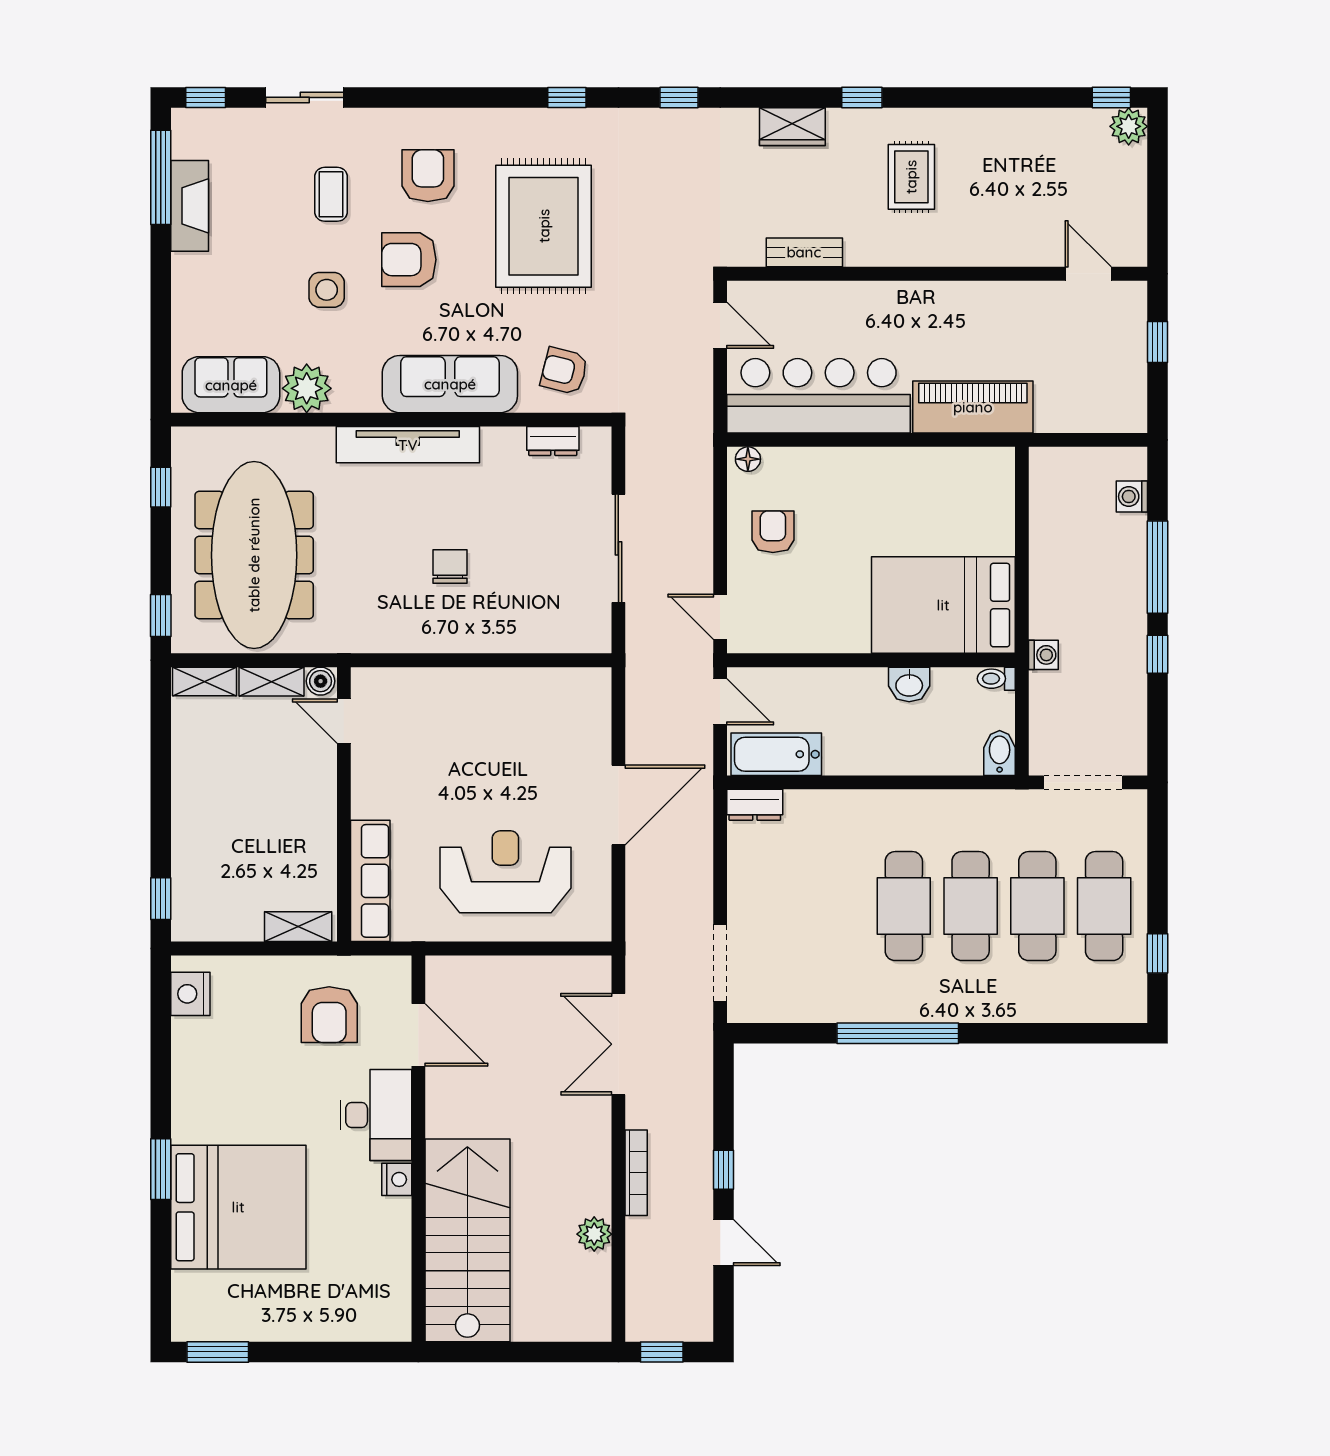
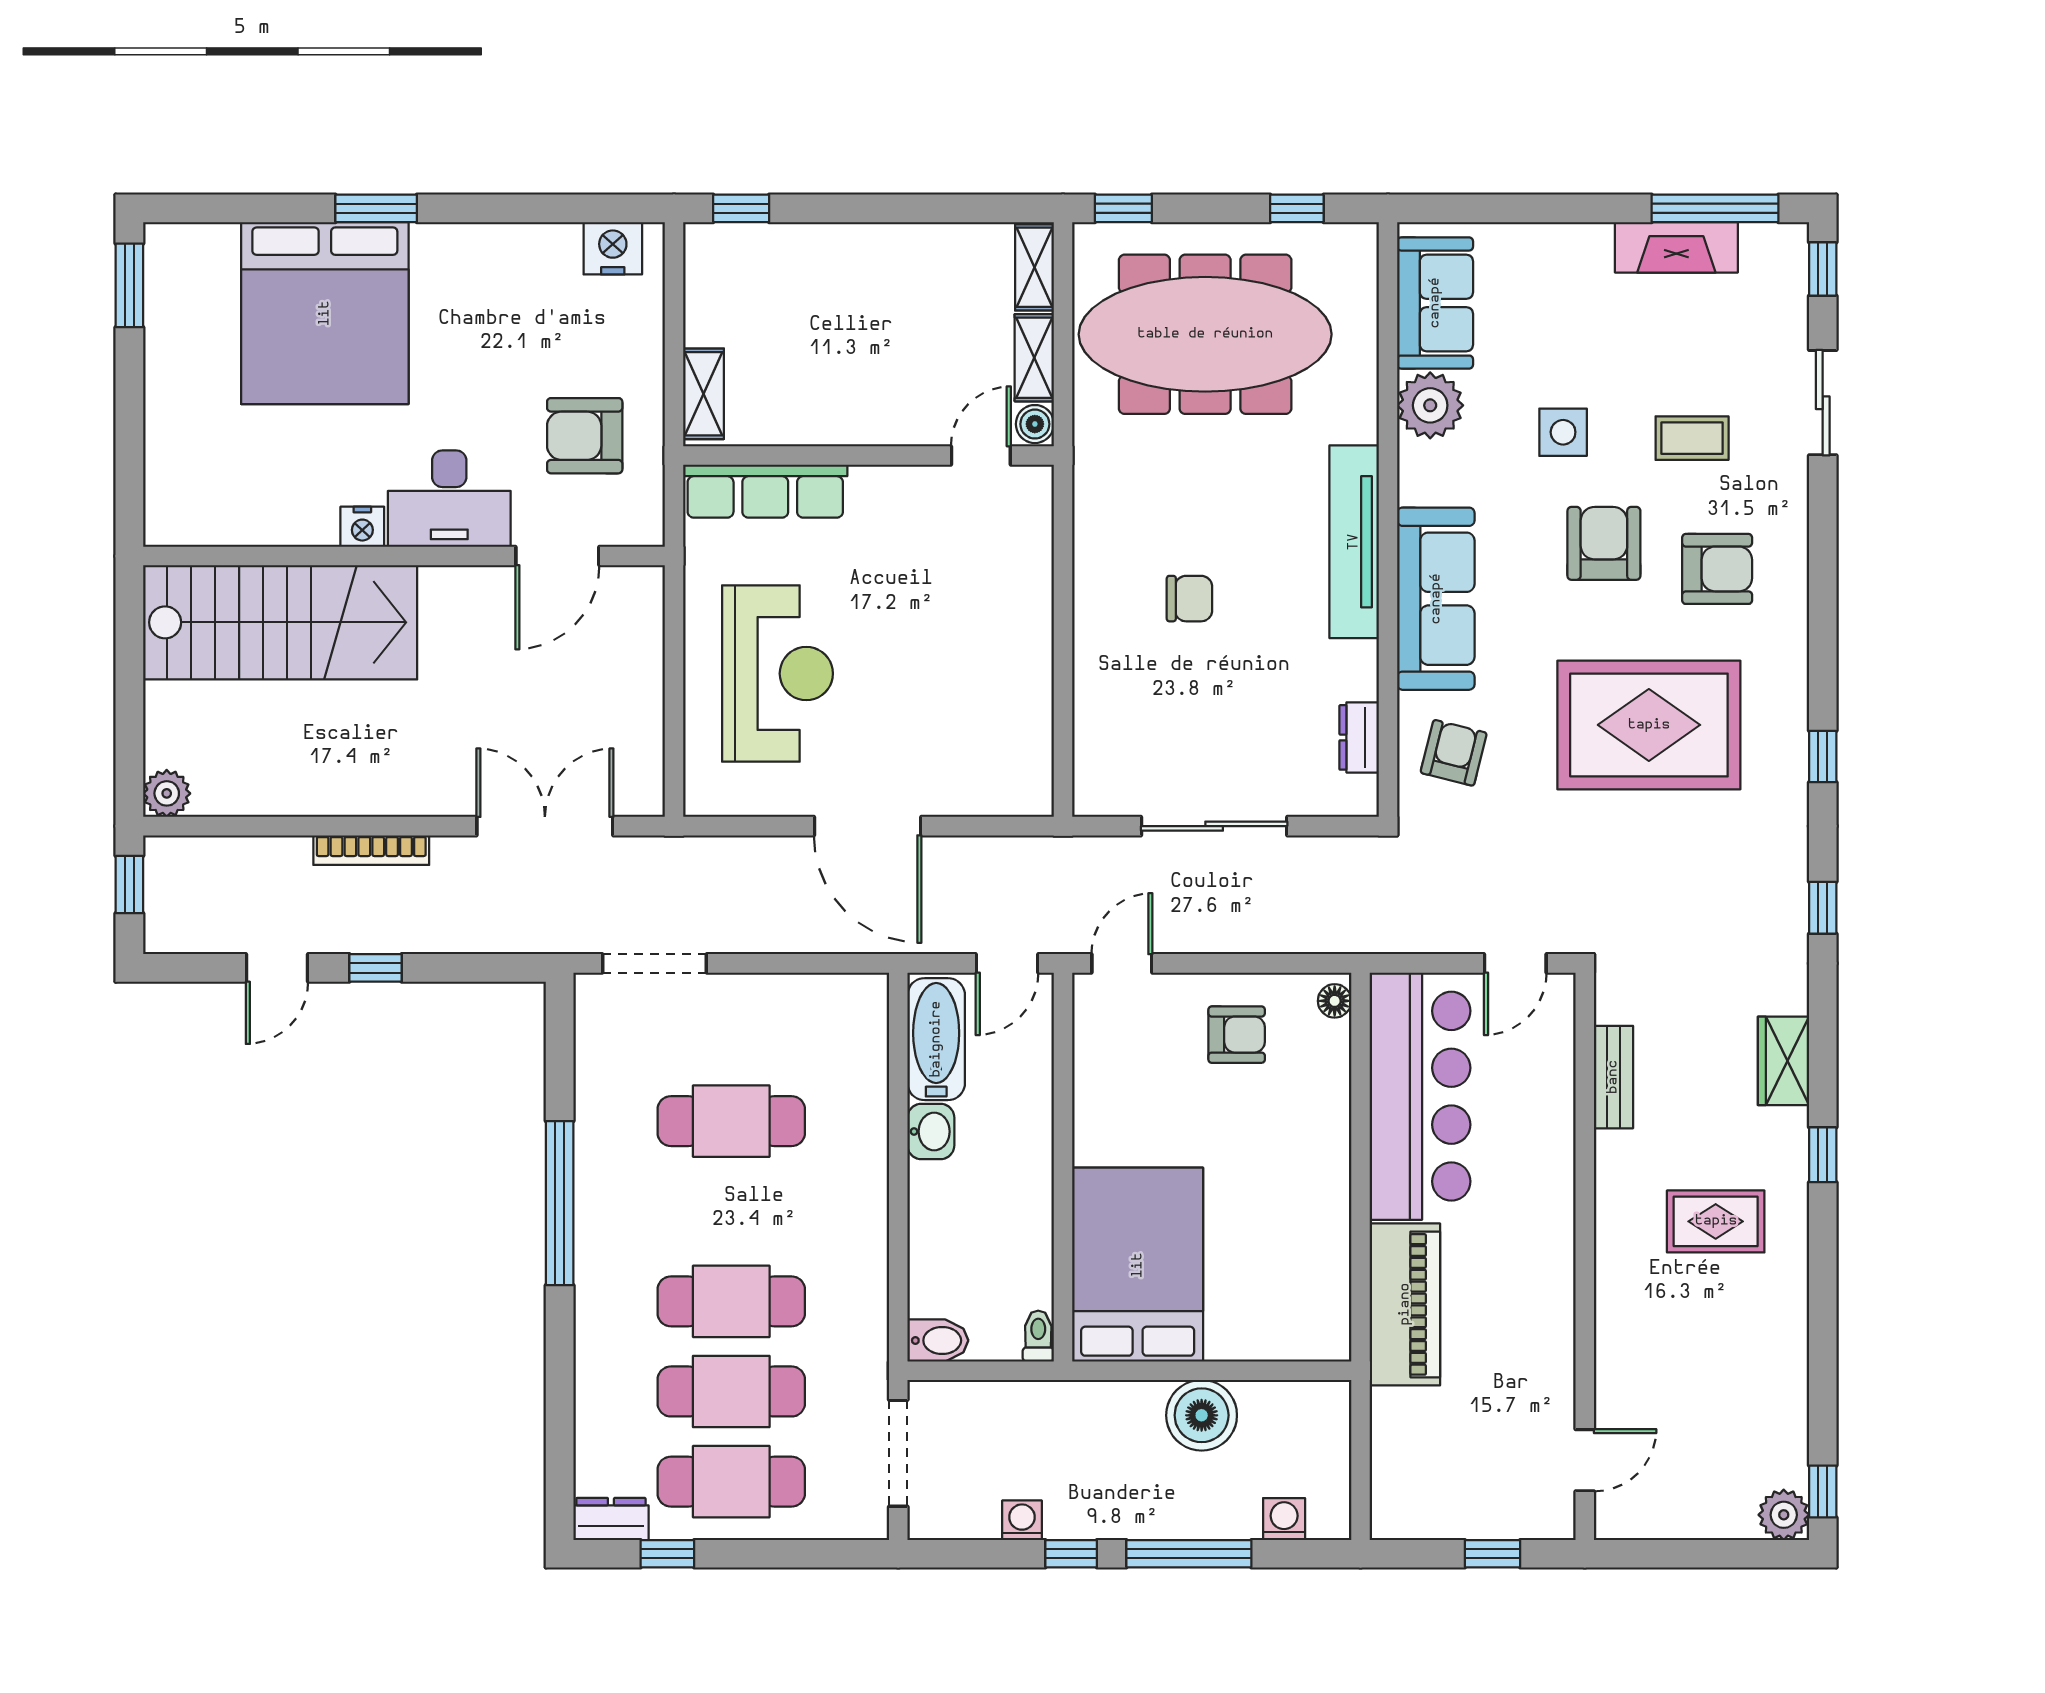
boiler: (1055, 558) -> (1202, 1415), added
washing machine: (1043, 655) -> (1022, 1520), moved, turned 180
washbasin: (909, 684) -> (931, 1132), moved, turned 180
dresser: (755, 805) -> (611, 1519), moved, turned 90
cafe table: (904, 906) -> (731, 1121), moved
plant: (594, 1234) -> (167, 793), moved

